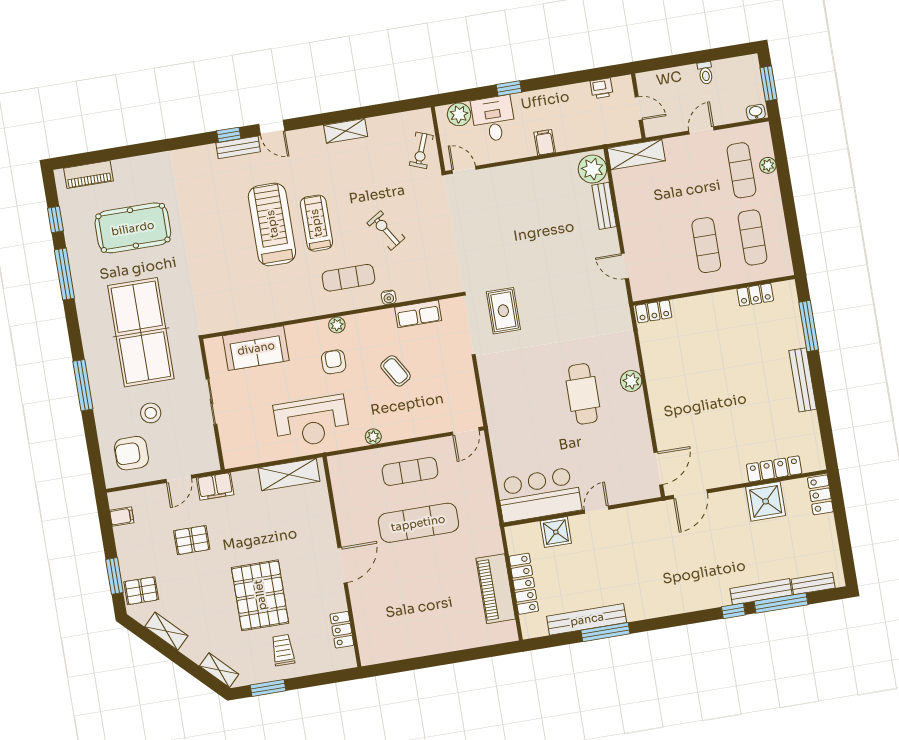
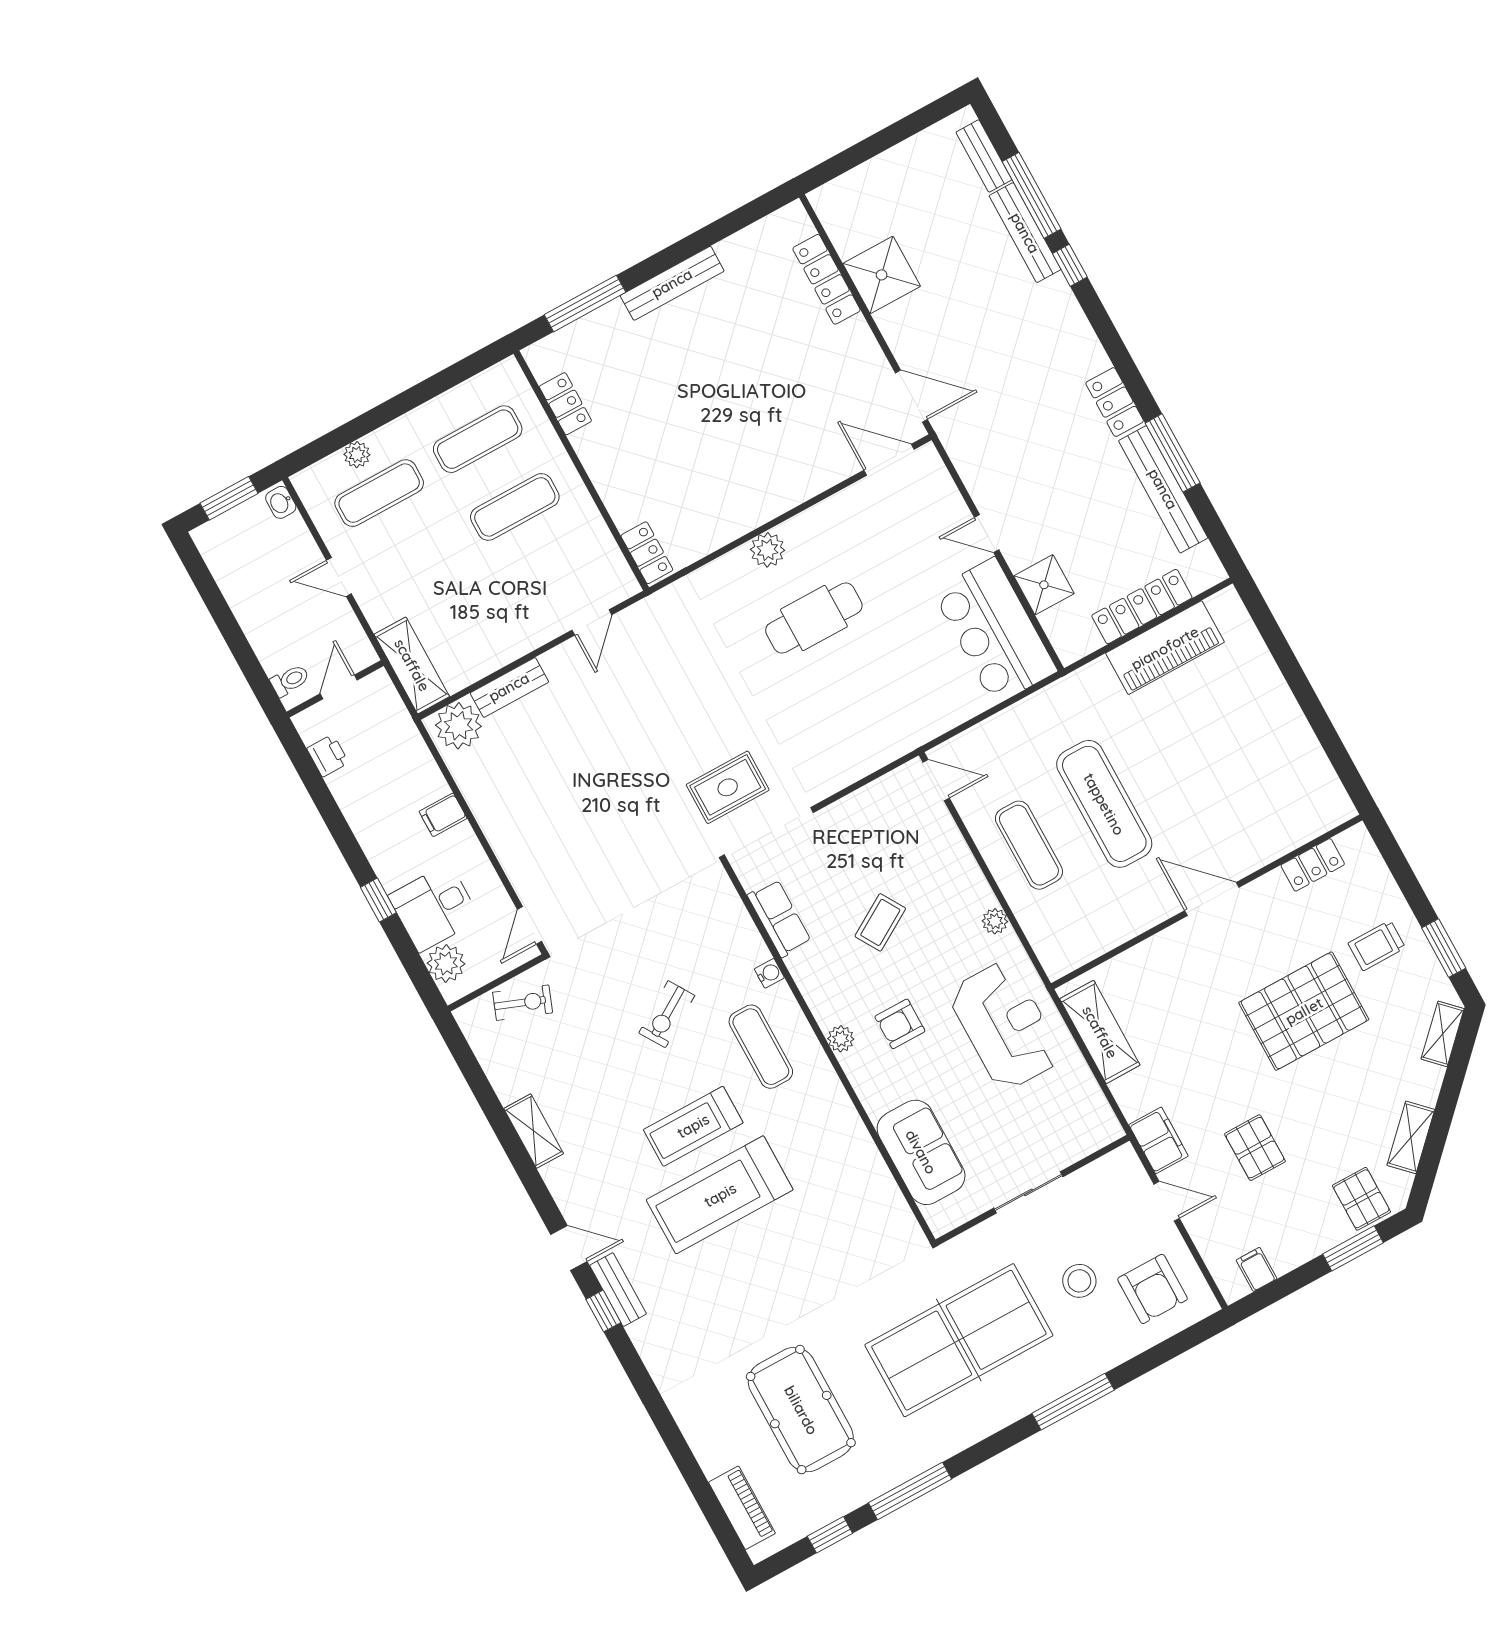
toilet: (705, 73) -> (290, 680), moved
door: (272, 128) -> (569, 1248), hinge flipped
locker: (820, 495) -> (1115, 402), moved, turned 90

